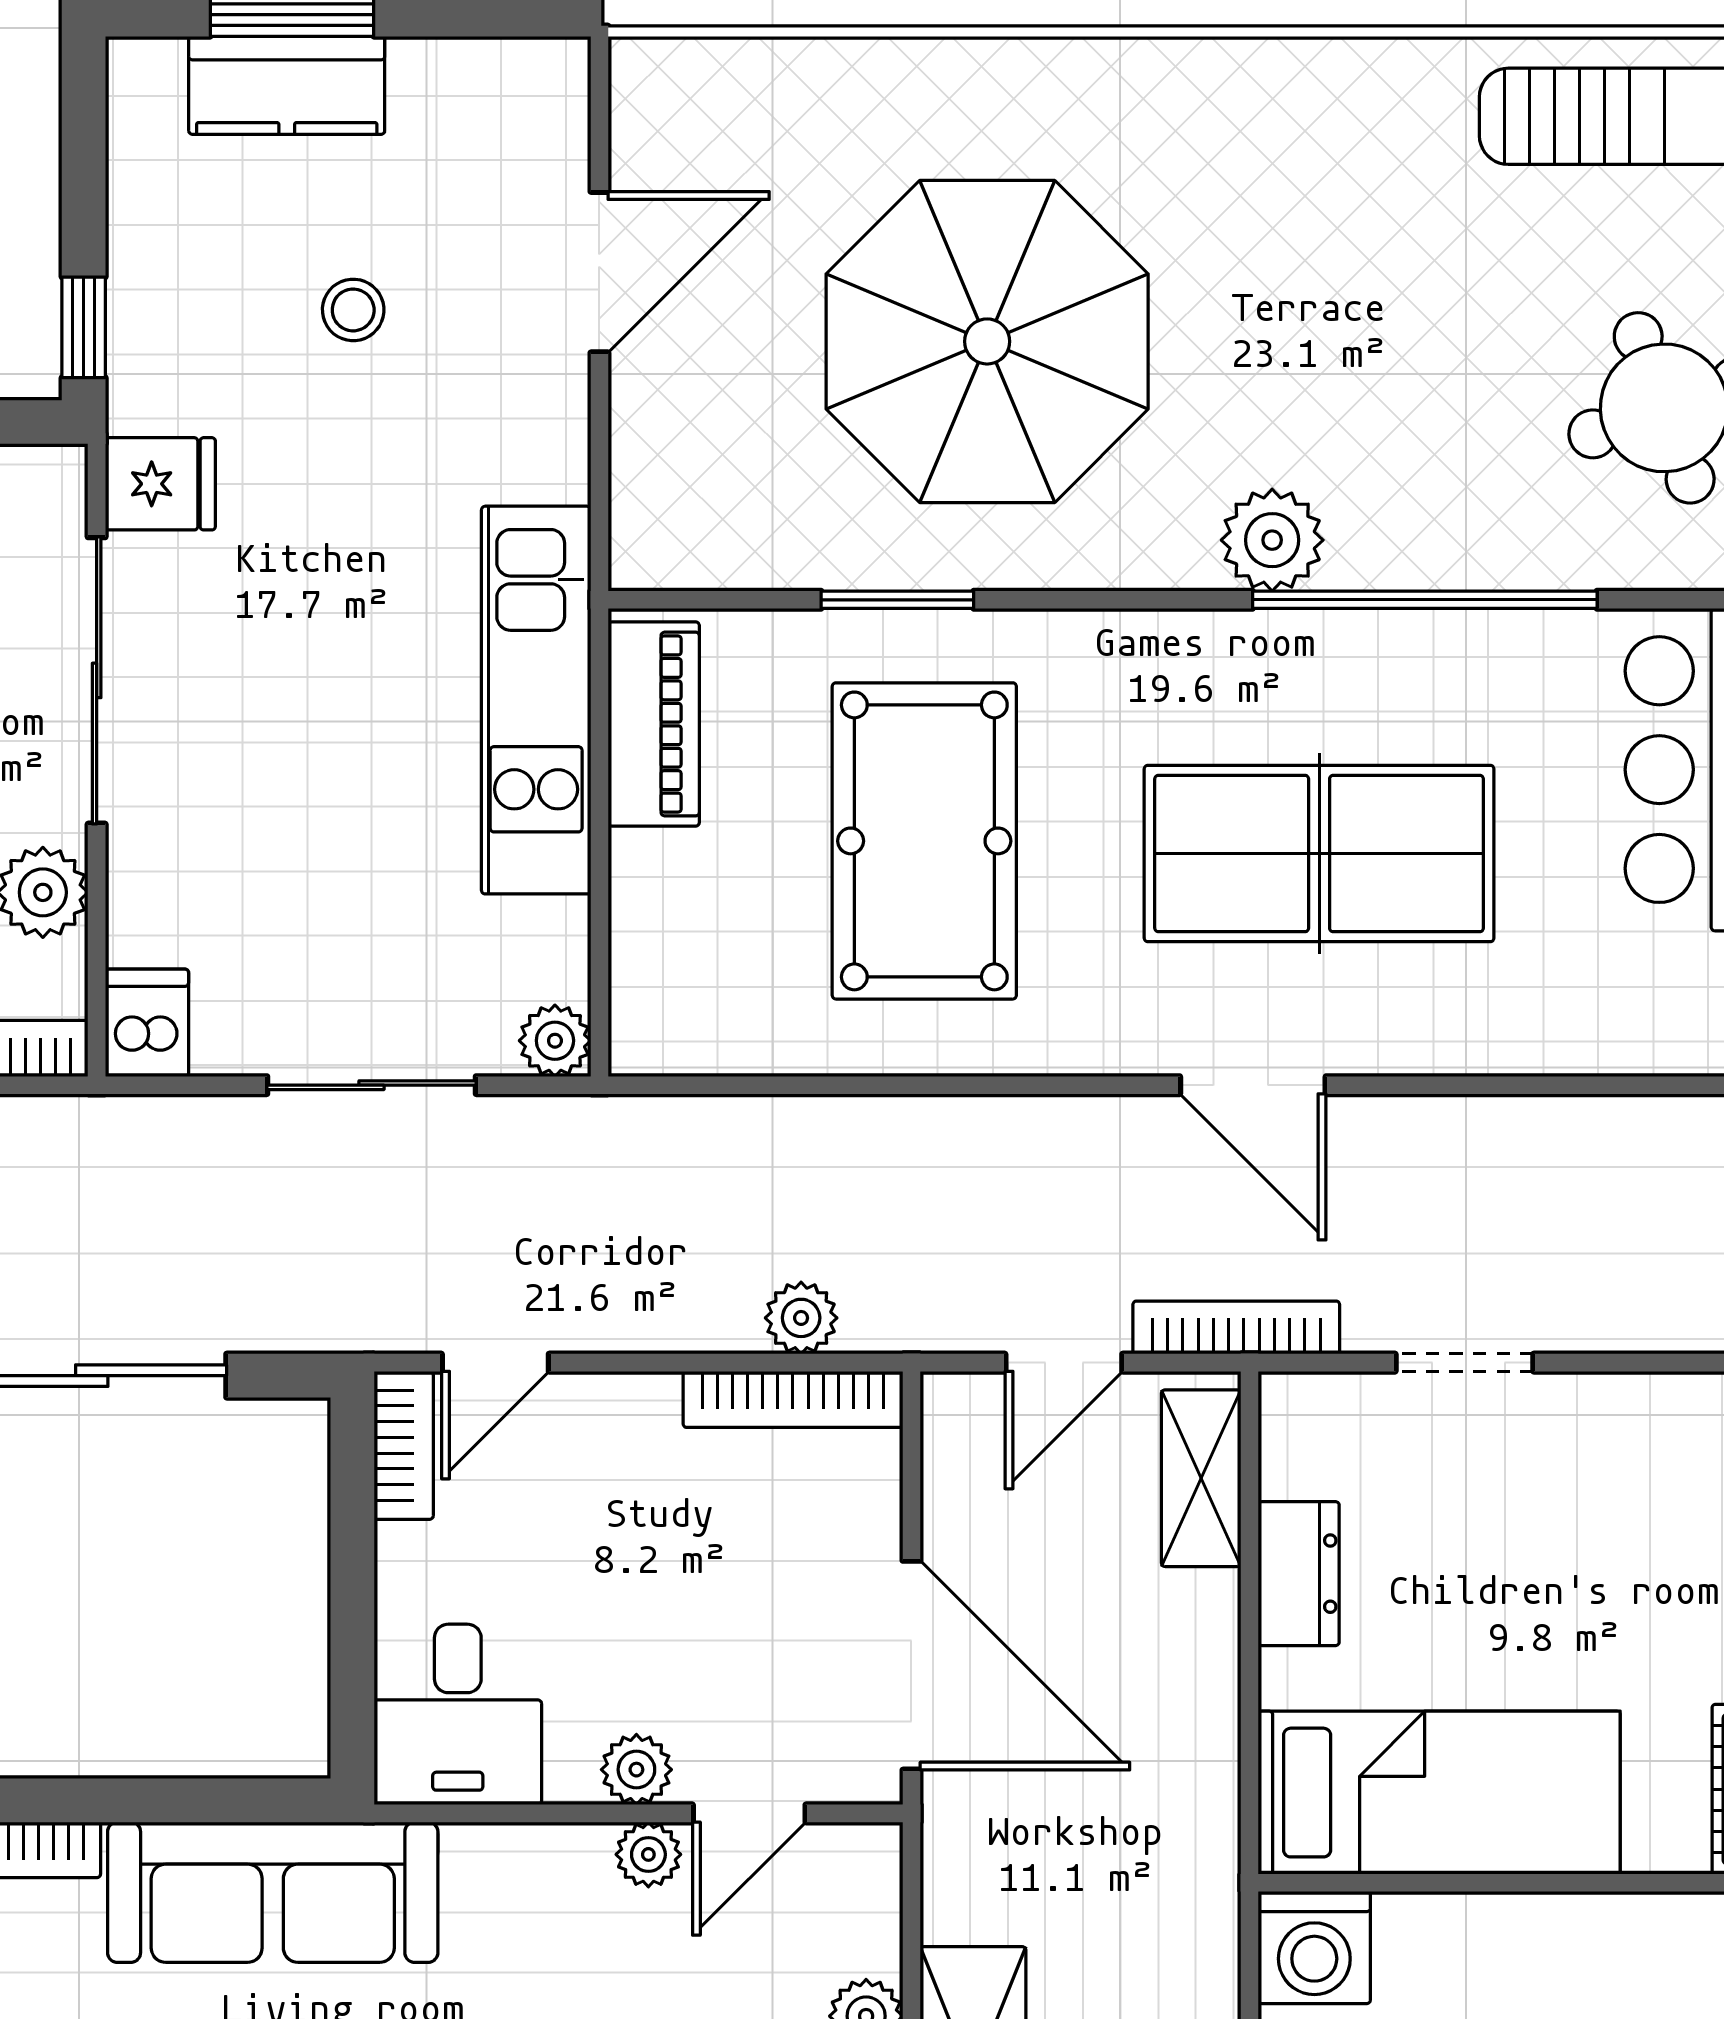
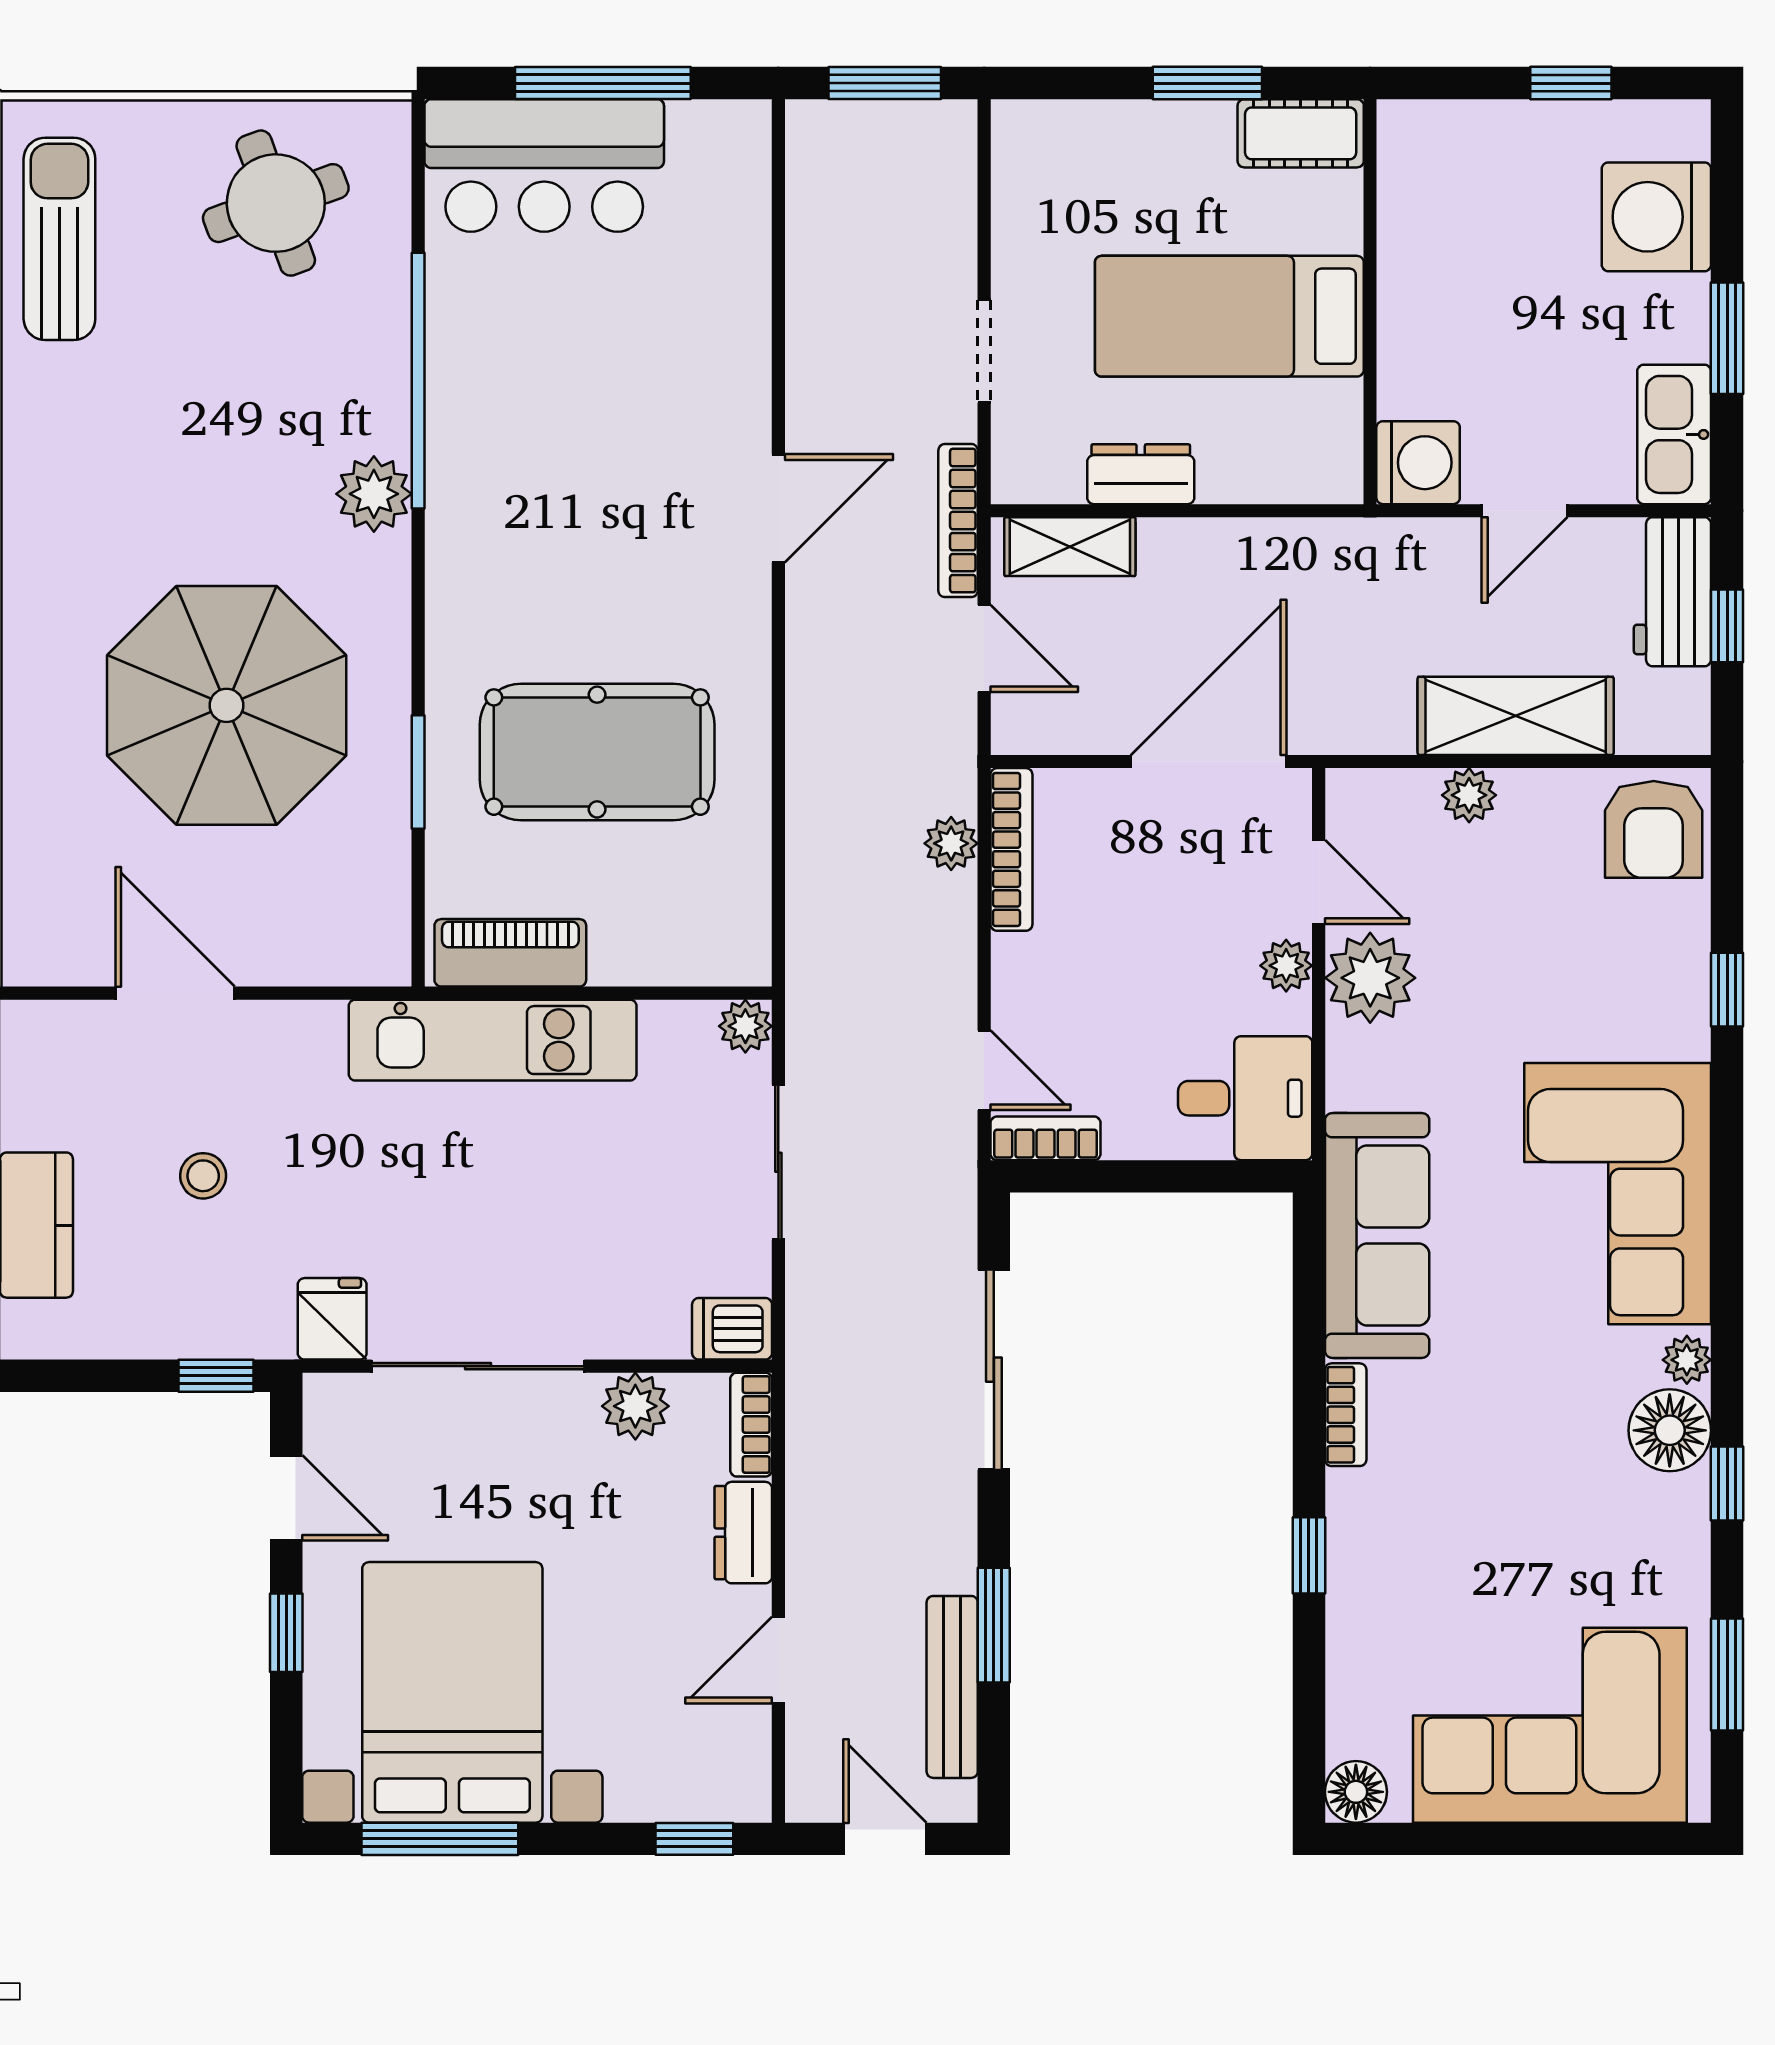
table tennis table: (1319, 854) -> (606, 459), removed
bed: (1439, 1793) -> (1229, 316), moved, turned -90
plant: (648, 1854) -> (1370, 978), width x1.88, depth x1.88

